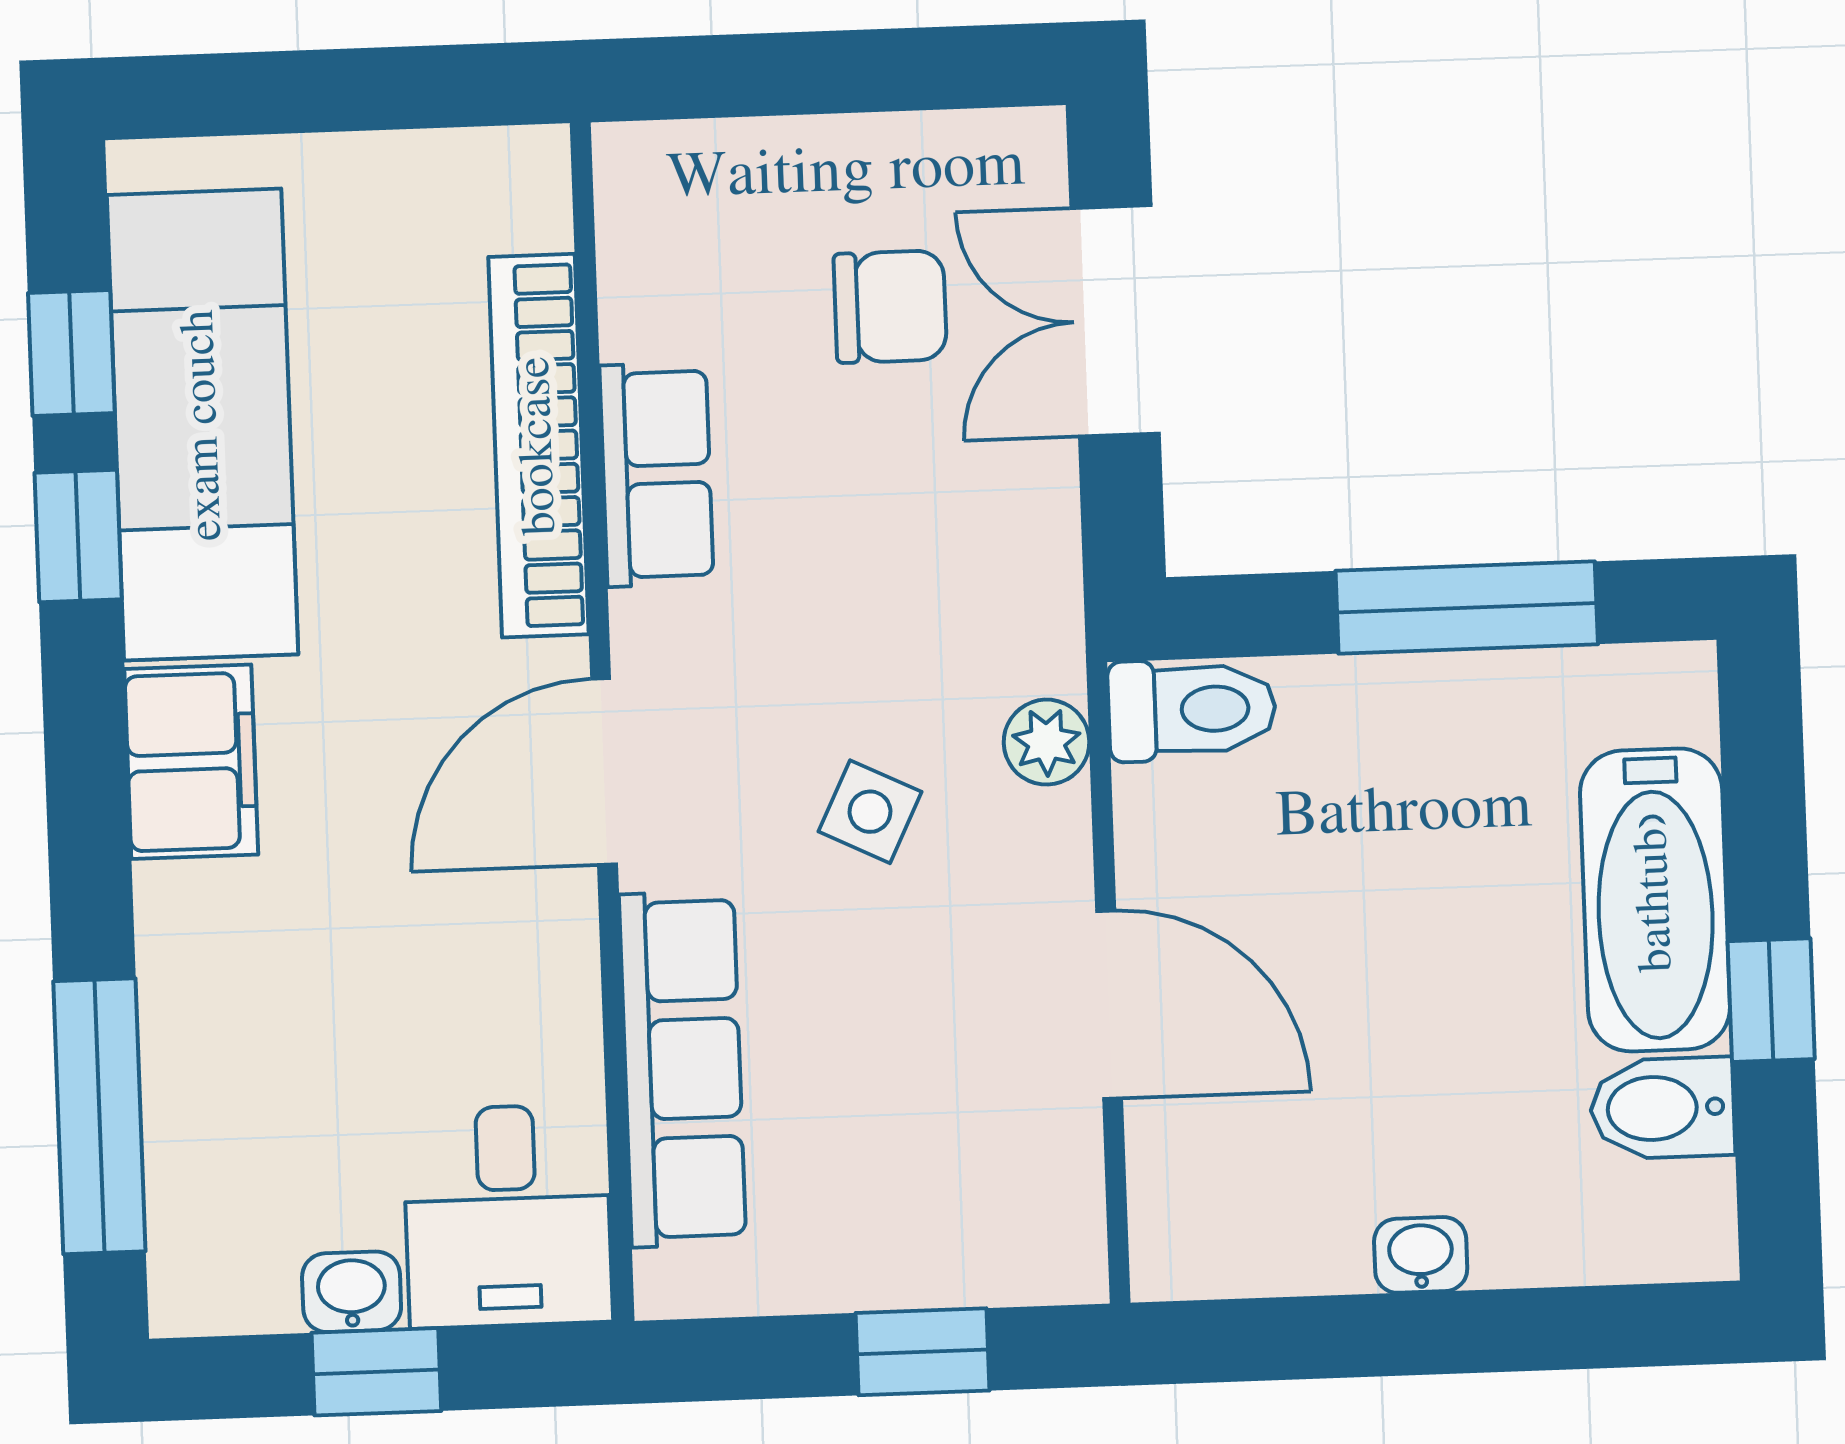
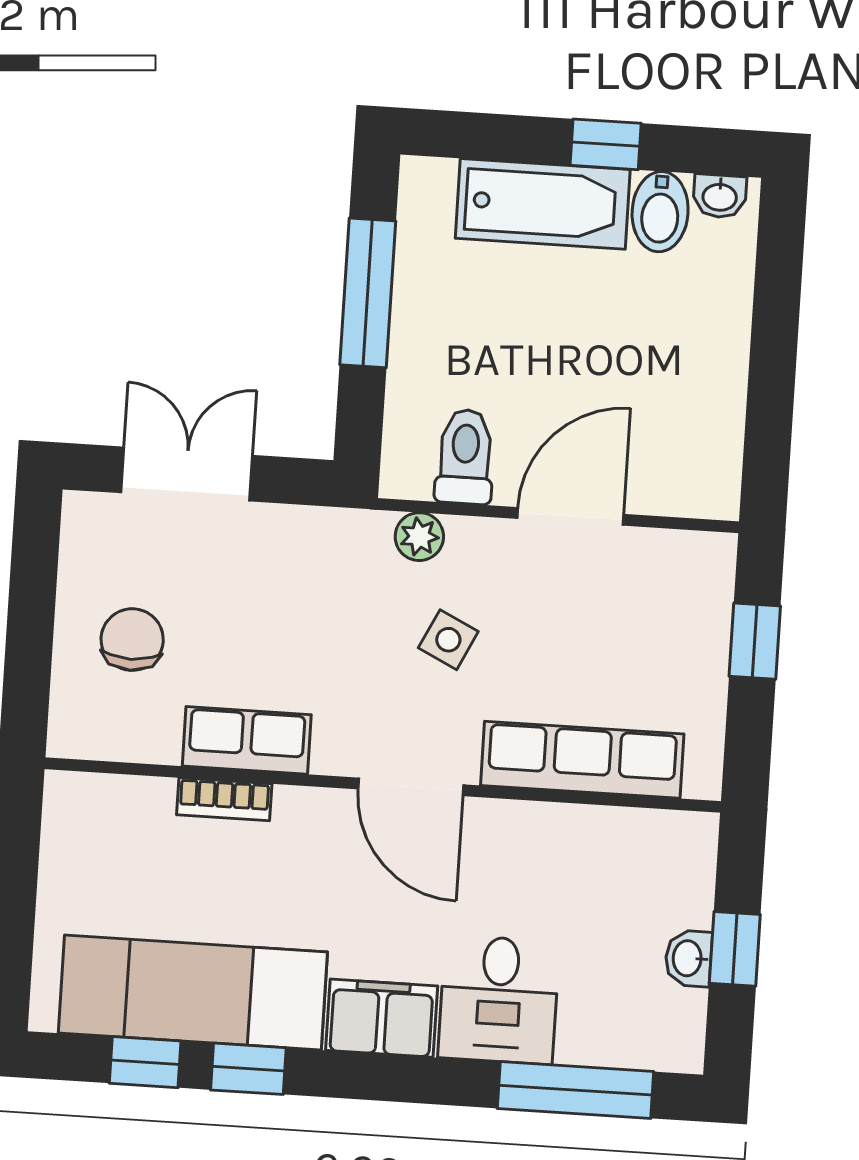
chair: (890, 307) -> (132, 640), moved
double door: (1115, 321) -> (187, 474), swing flipped
bookcase: (538, 446) -> (224, 799), width x0.43, depth x0.76
toilet: (1192, 710) -> (465, 457), moved
desk: (508, 1216) -> (499, 1000), moved, turned 90
washbasin: (1421, 1255) -> (720, 196), moved, turned -90

